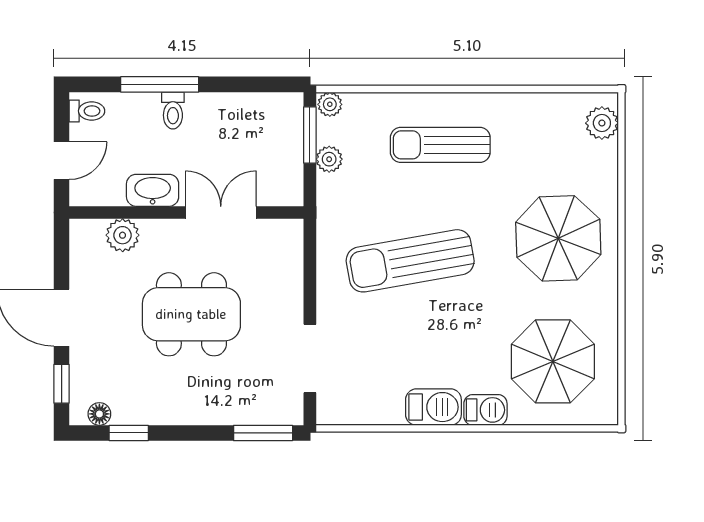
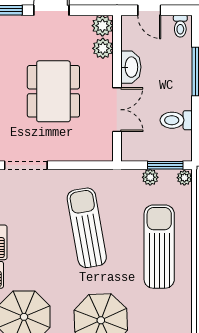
toilet: (173, 111) -> (176, 120), moved, width x1.37, depth x1.39
sun lounger: (440, 145) -> (159, 247), width x1.36, depth x1.34
plant: (86, 236) -> (102, 26), added

